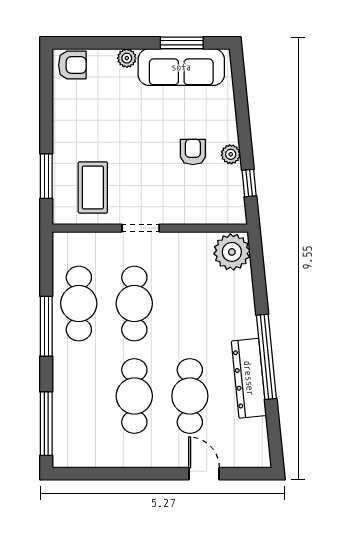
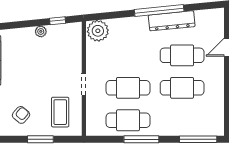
armchair: (193, 152) -> (21, 115), moved, turned 130
window: (46, 176) -> (40, 139), moved
coffee table: (93, 187) -> (60, 112), turned 90

